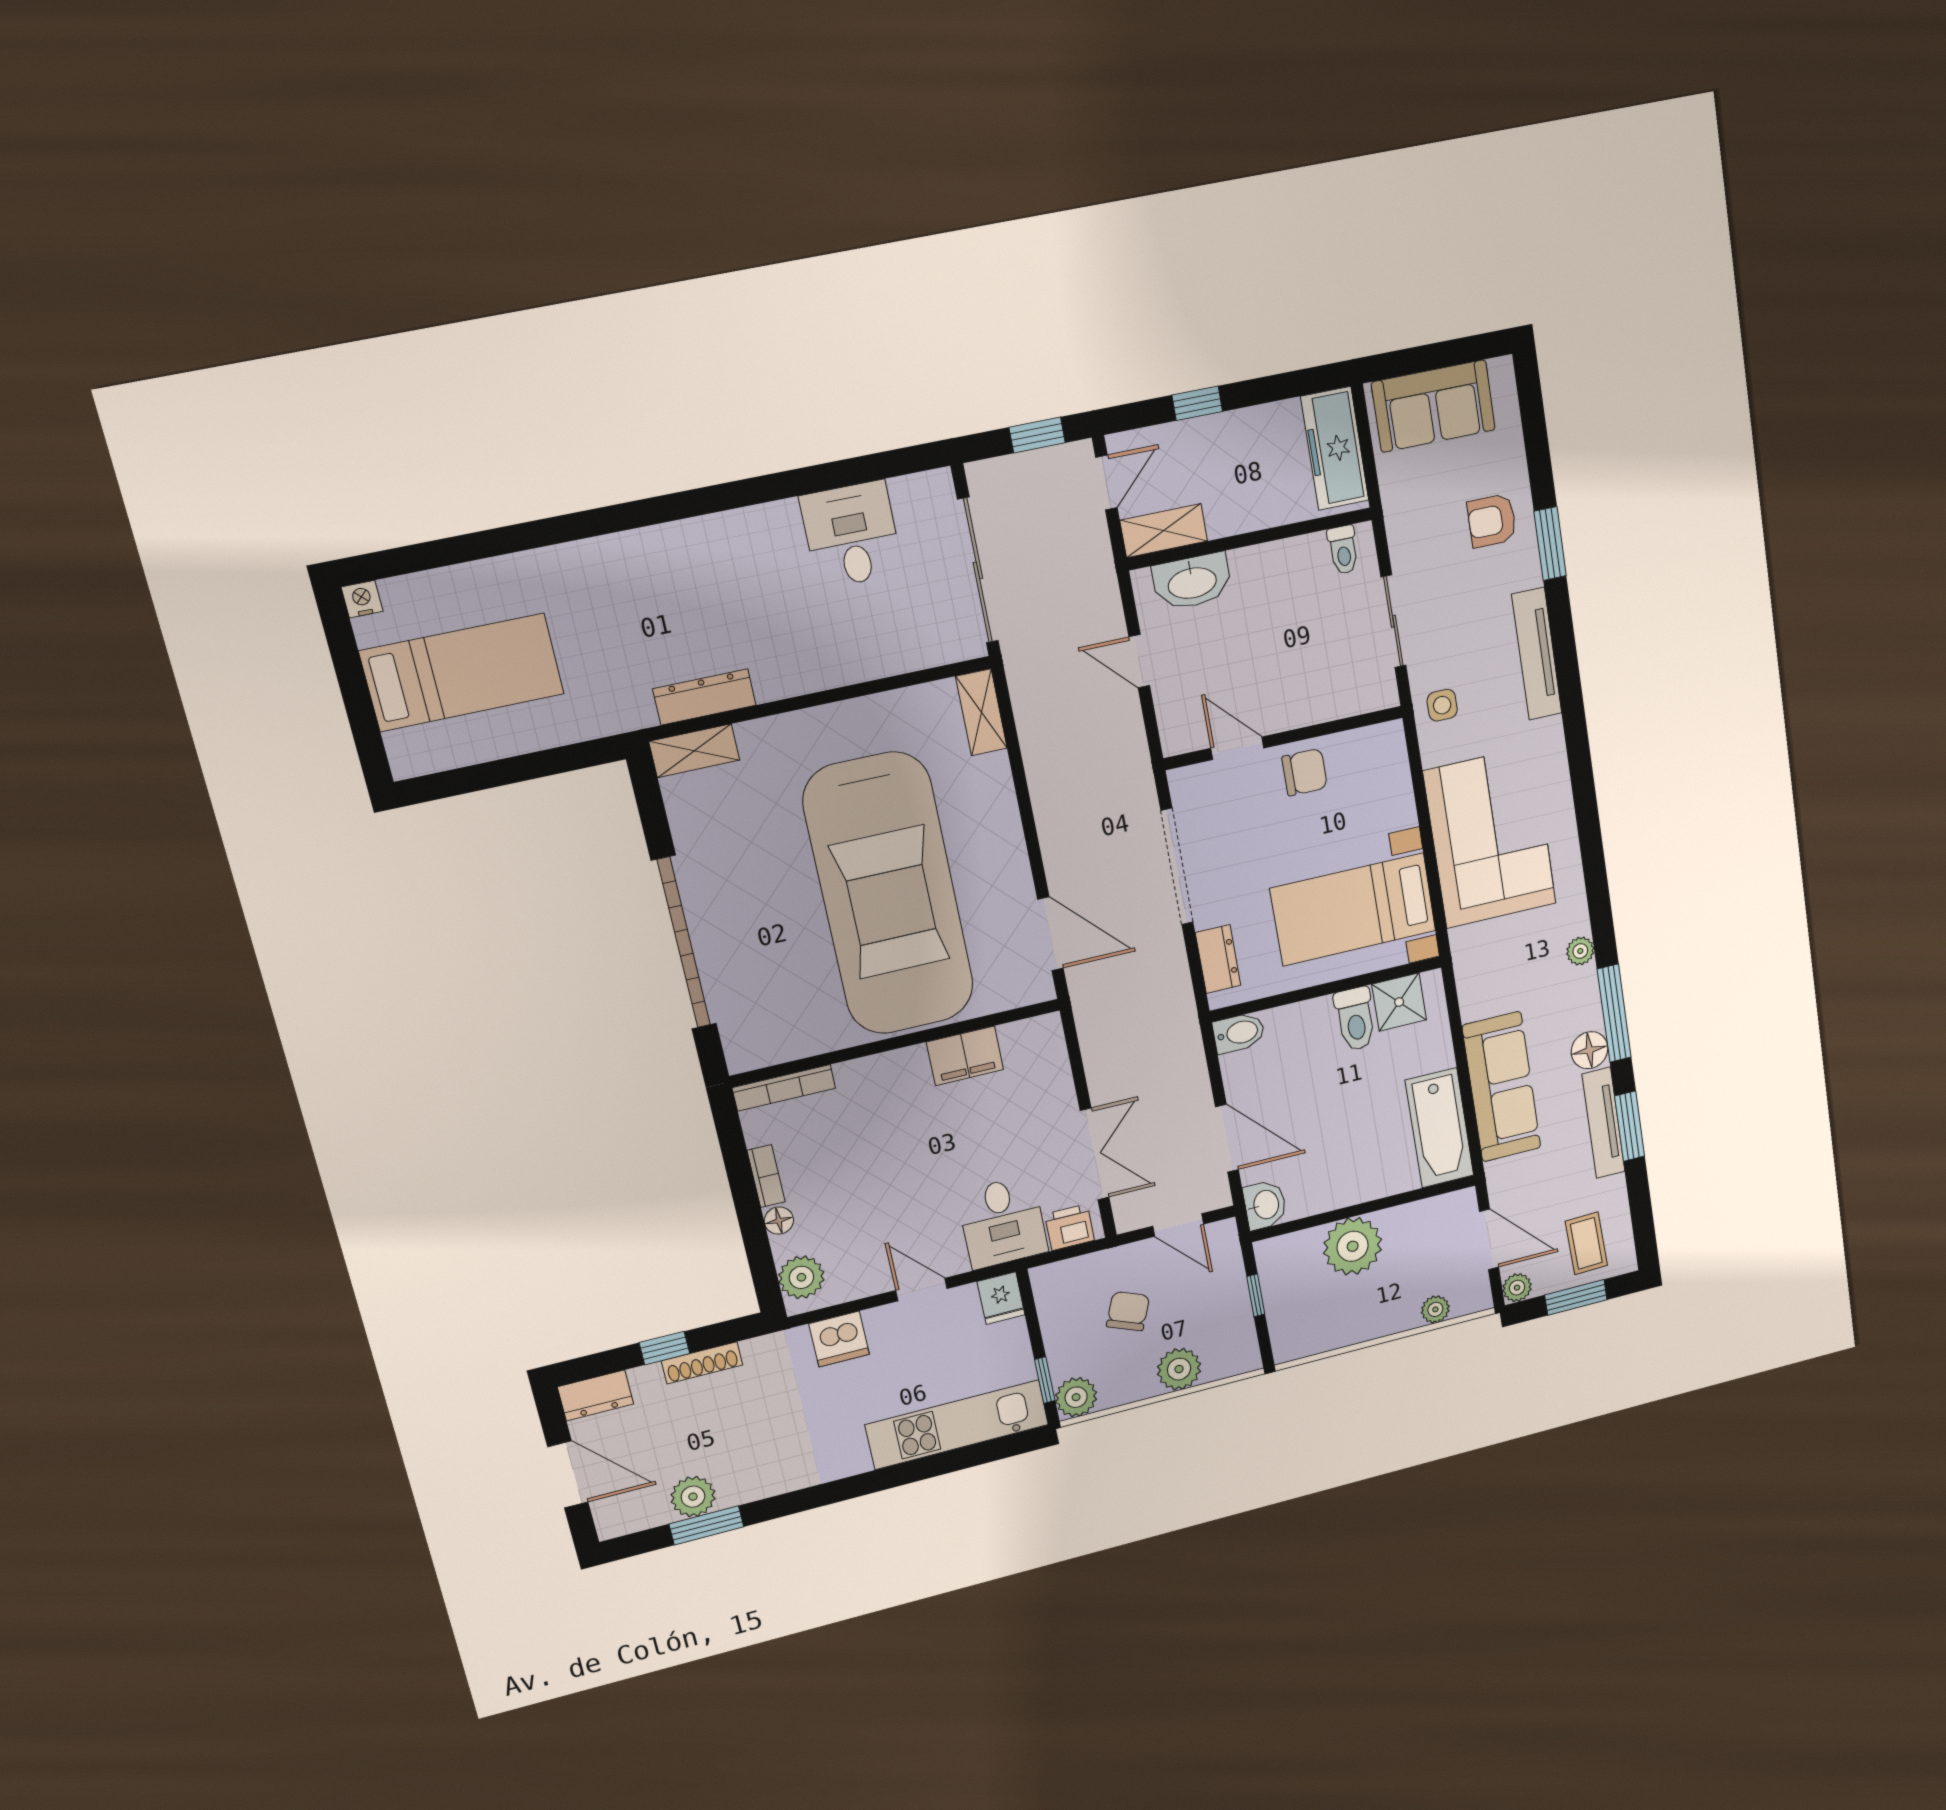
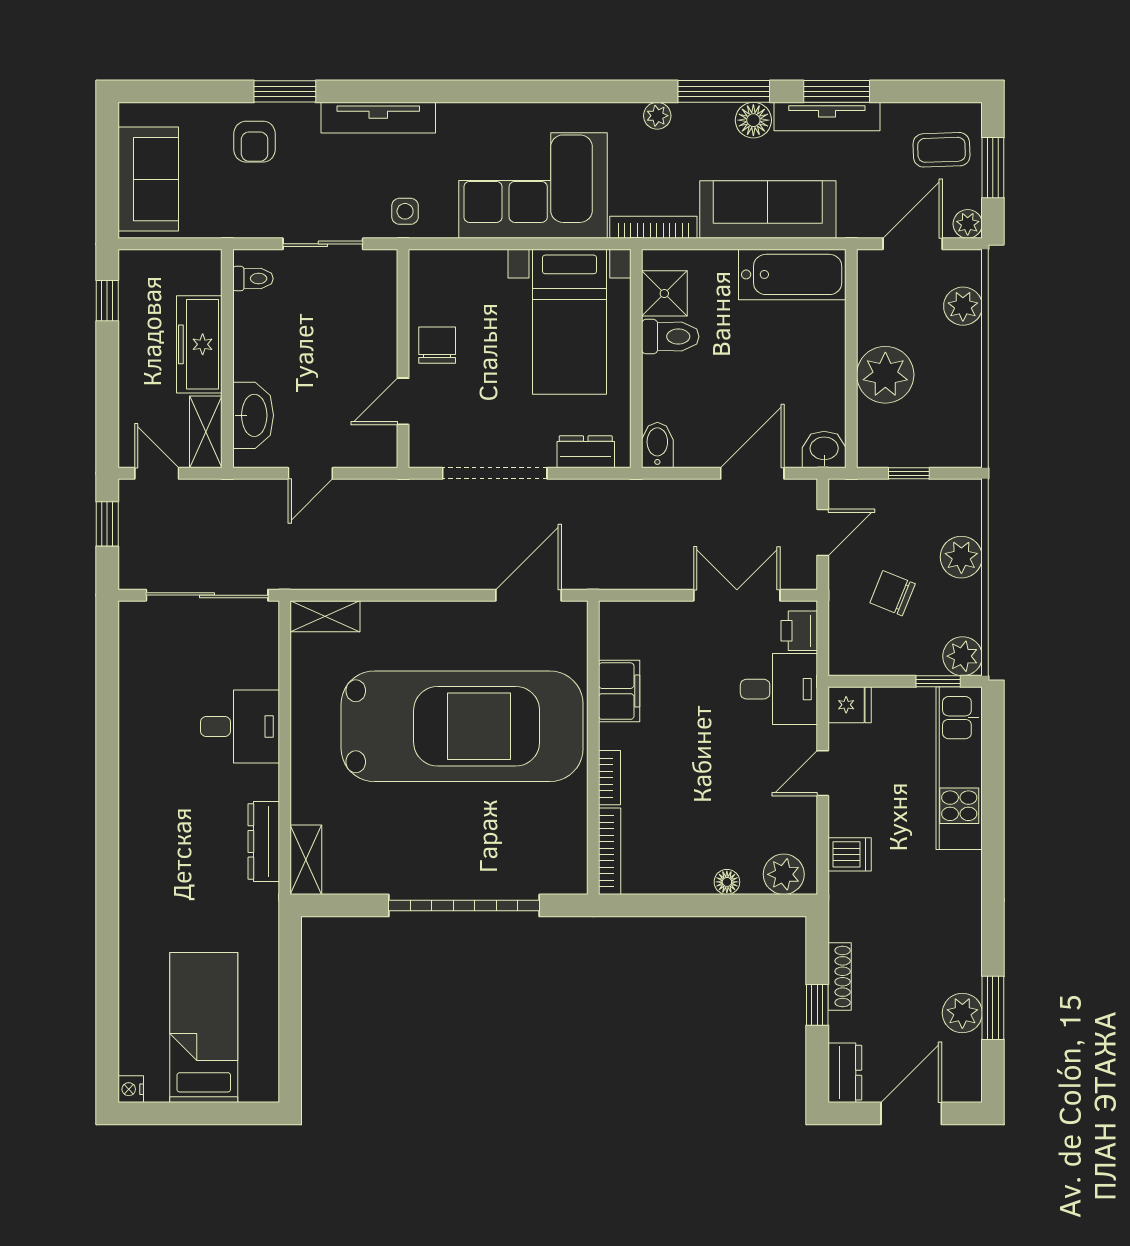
window: (1197, 403) -> (107, 301), moved
freezer: (1335, 449) -> (199, 344), moved, turned 90
desk: (851, 535) -> (240, 727), moved, turned 180
bookcase: (1466, 974) -> (653, 227), added
bookcase: (766, 1176) -> (609, 778), moved, turned 90
plant: (1435, 1309) -> (963, 306), width x1.38, depth x1.38
dishwasher: (839, 1339) -> (850, 854), width x0.73

